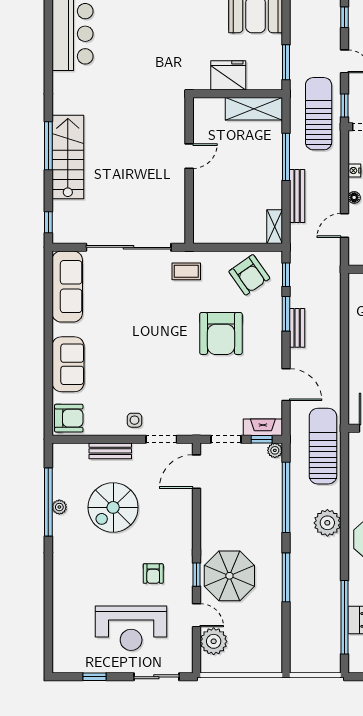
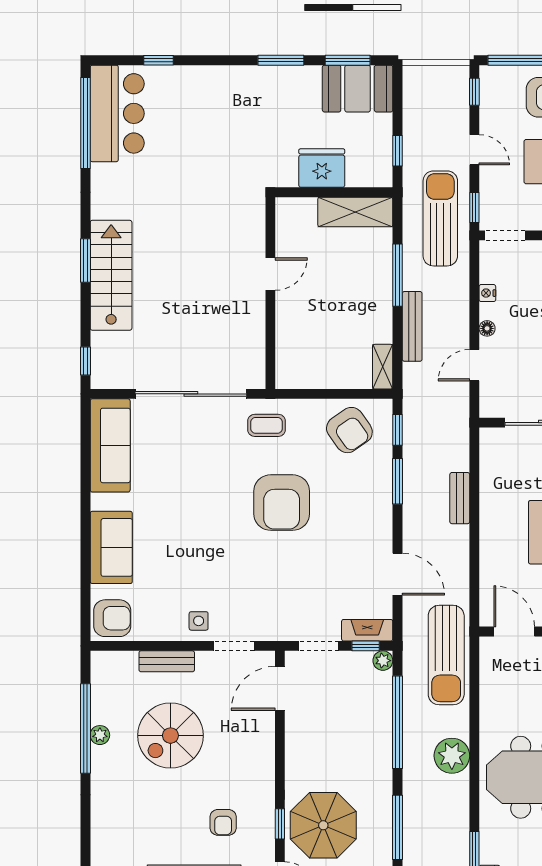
window: (48, 41) -> (85, 123), added
window: (286, 62) -> (398, 151), width x0.67
window: (48, 146) -> (85, 260), width x0.69
bench: (297, 328) -> (460, 498), moved
armchair: (221, 333) -> (282, 503), moved
sun lounger: (323, 446) -> (446, 655), turned 180

